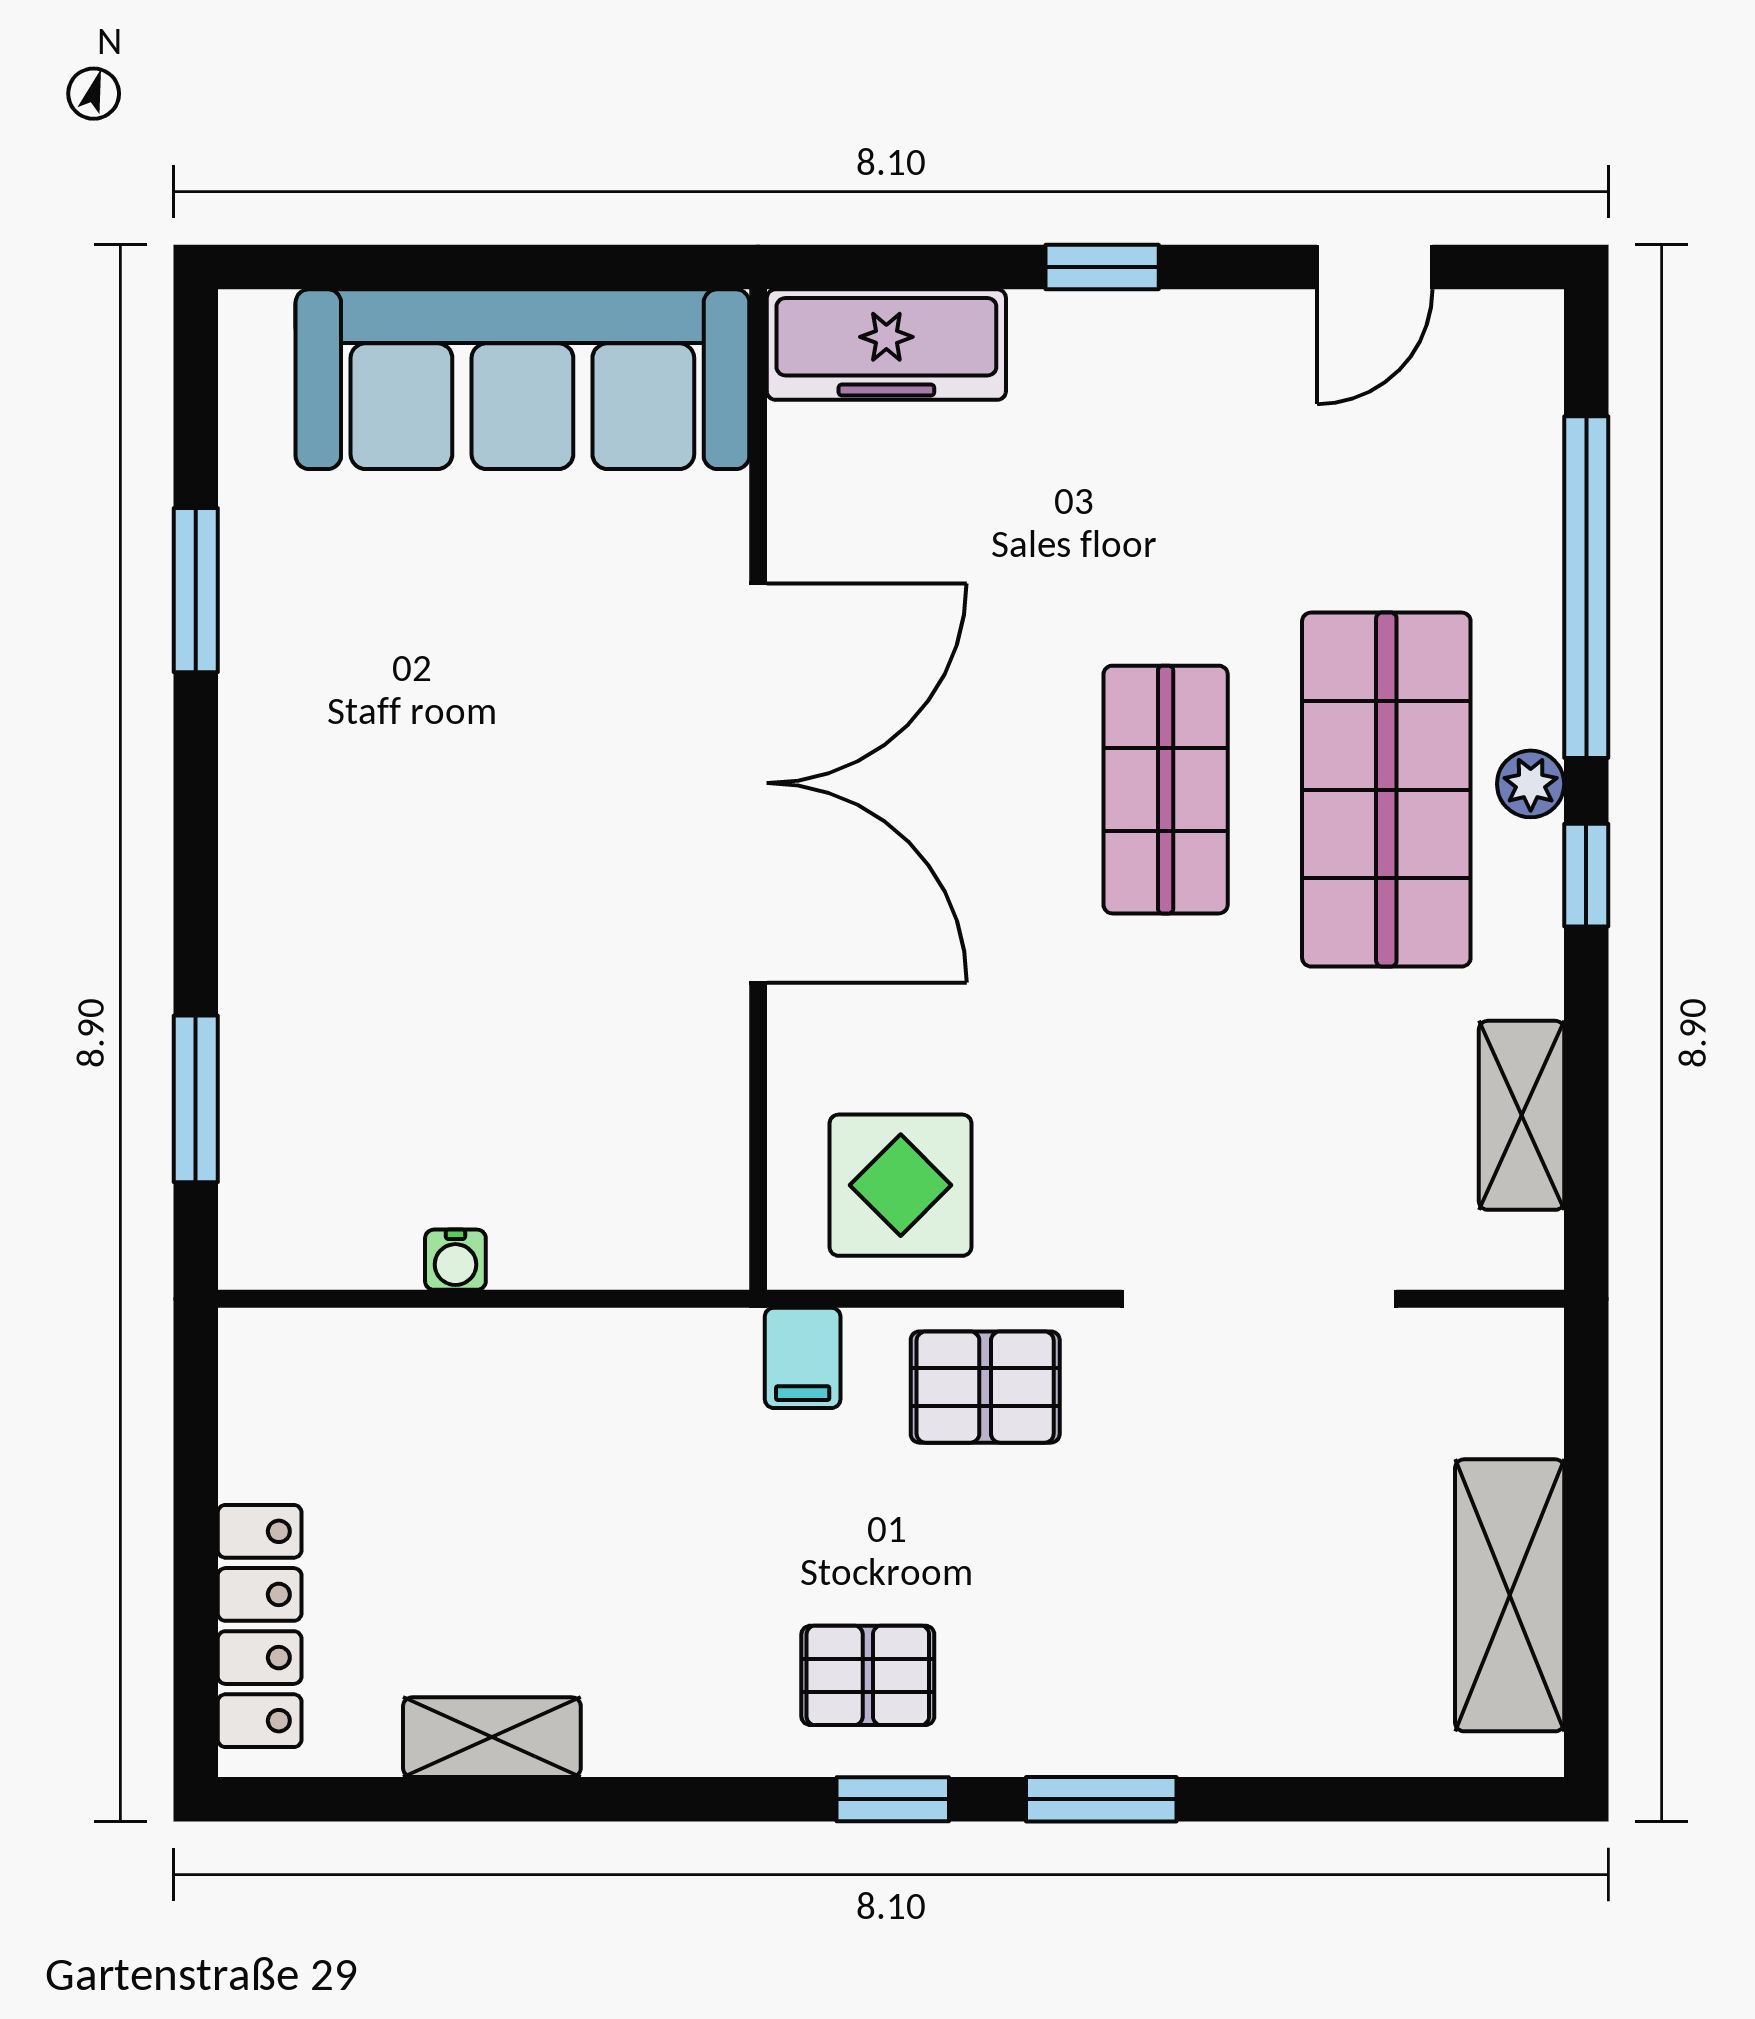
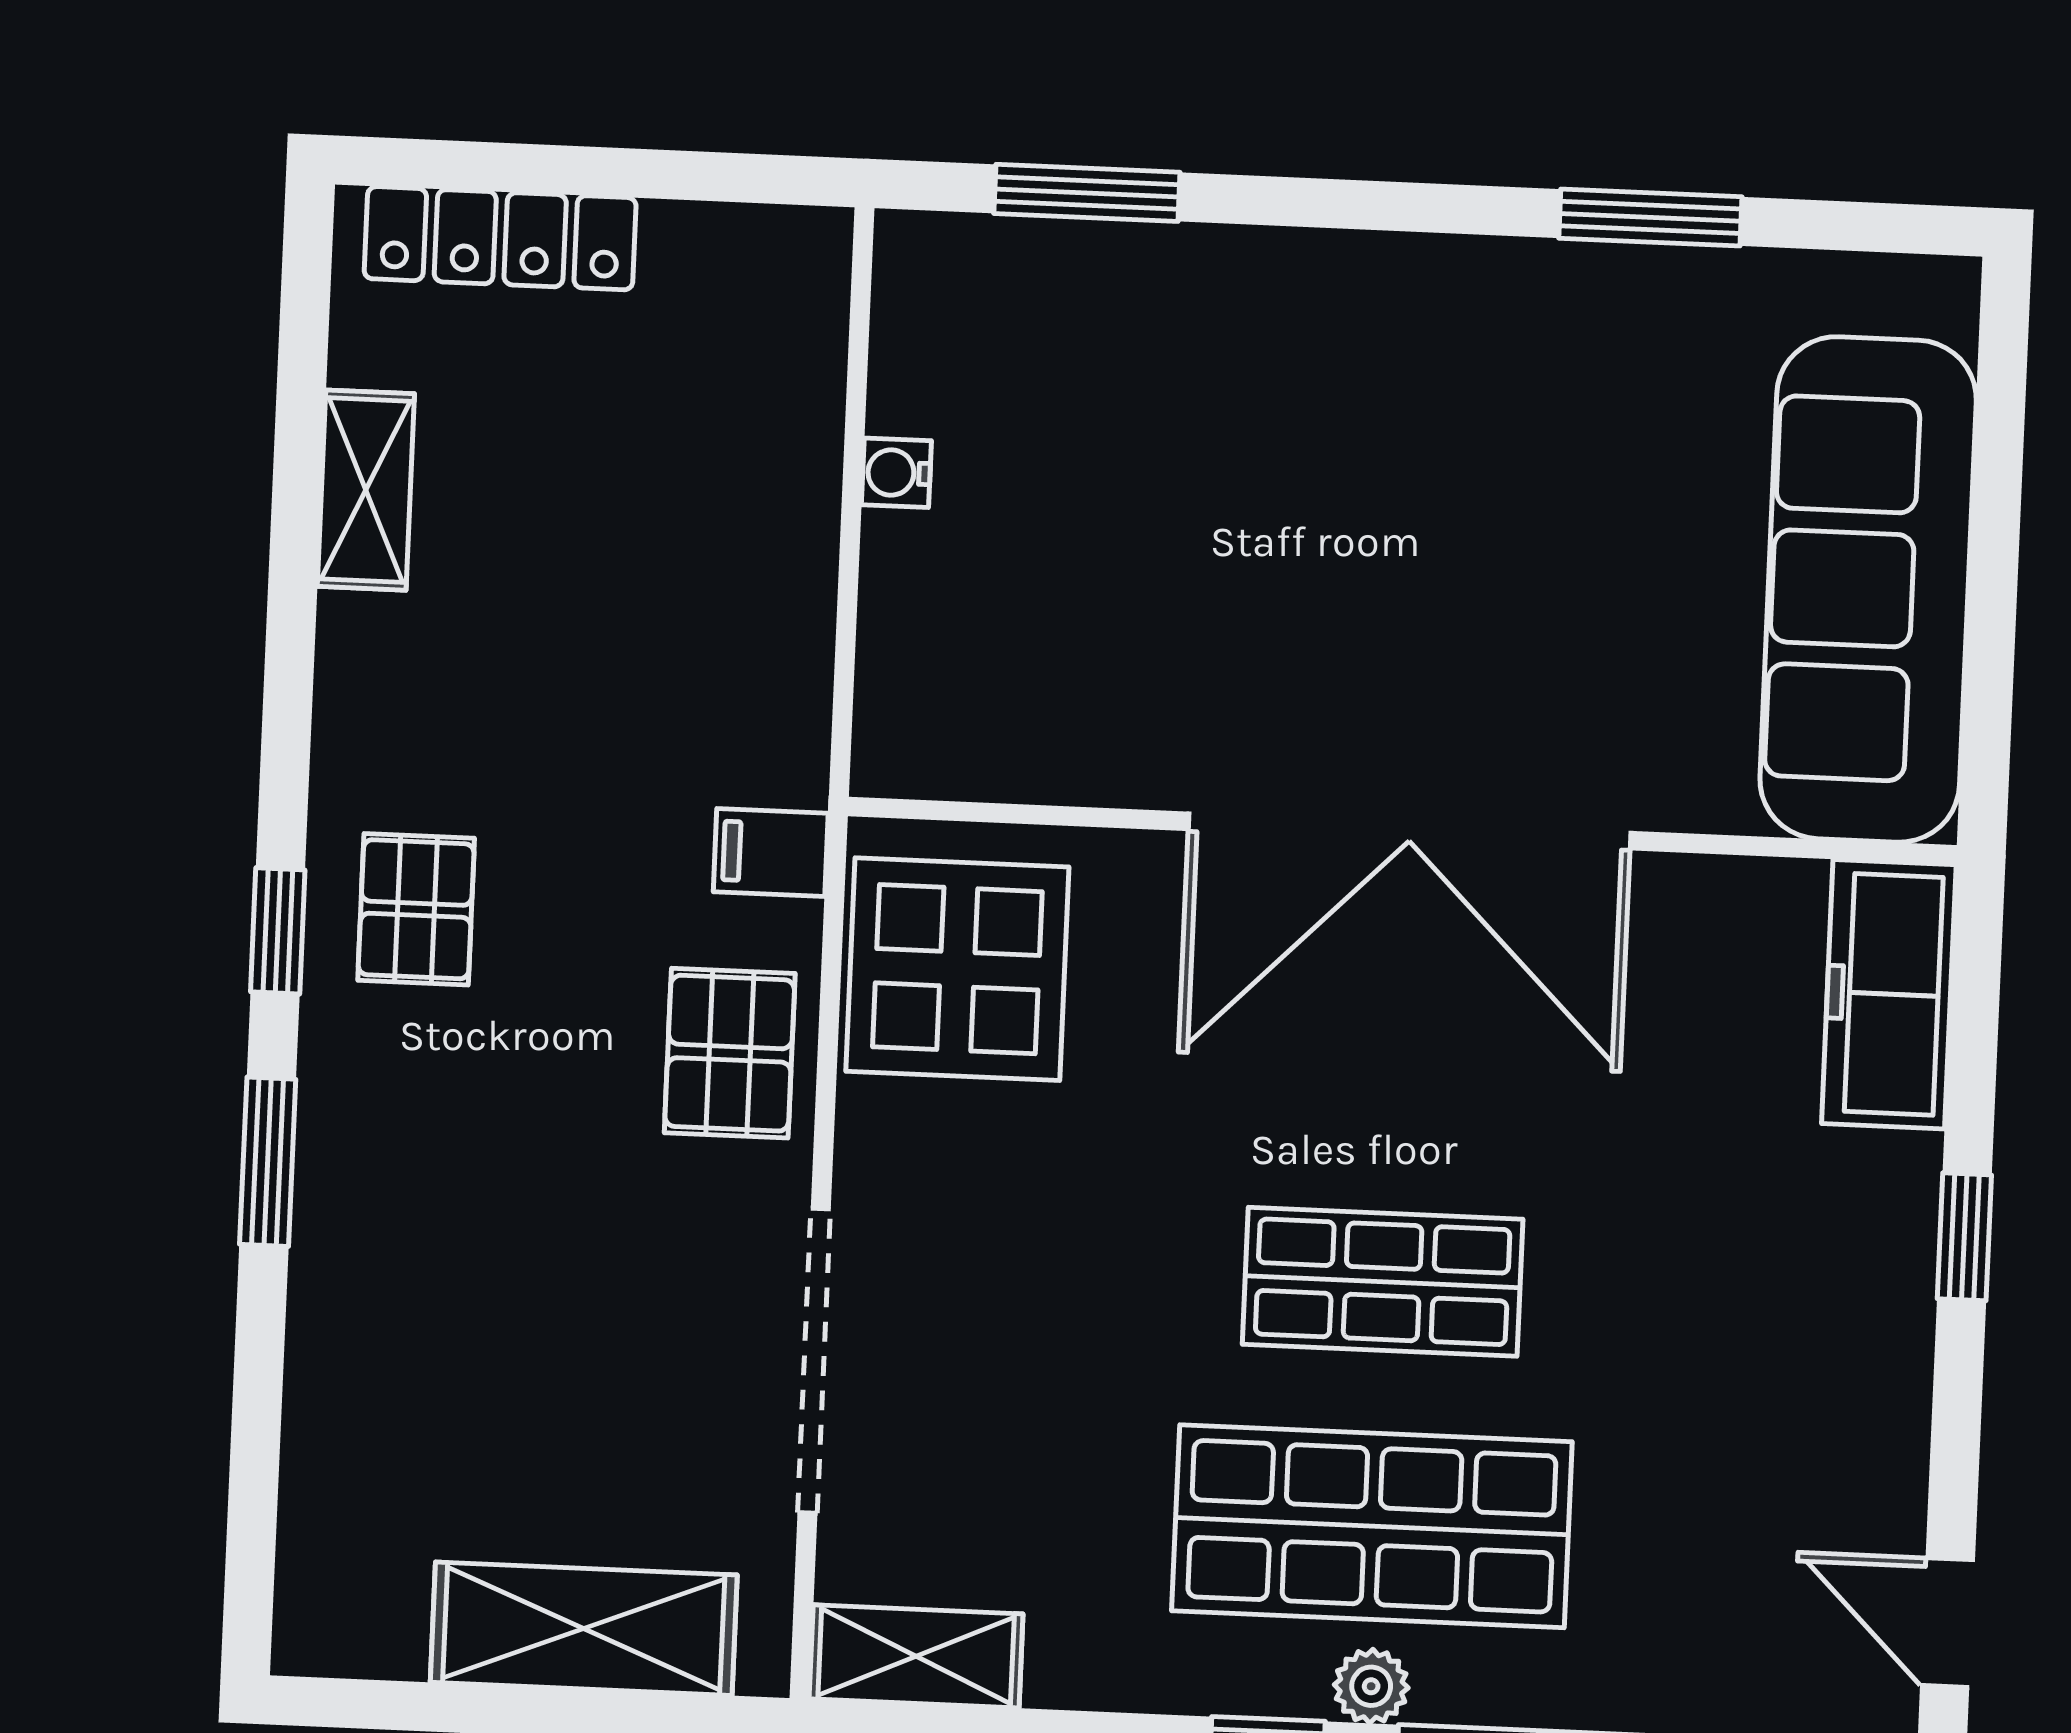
door: (1375, 267) -> (1947, 1623), moved
shelving: (1522, 1115) -> (916, 1656), moved
display table: (901, 1185) -> (957, 969), width x1.36, depth x1.36
shelving: (1510, 1595) -> (584, 1629), moved

